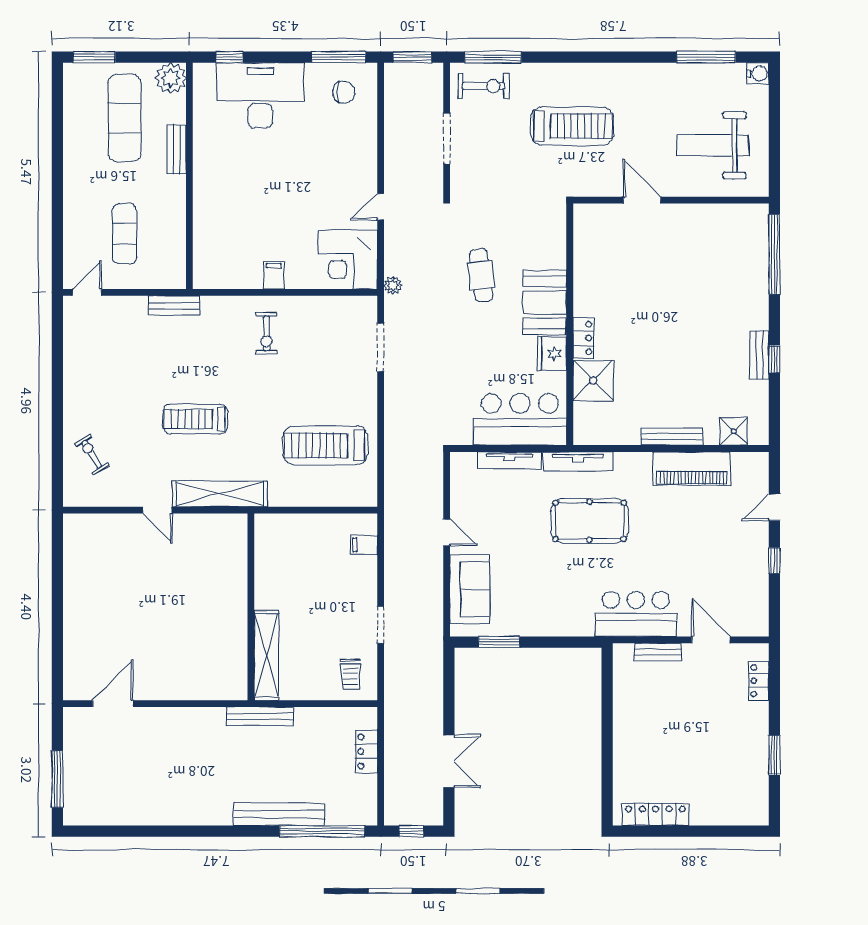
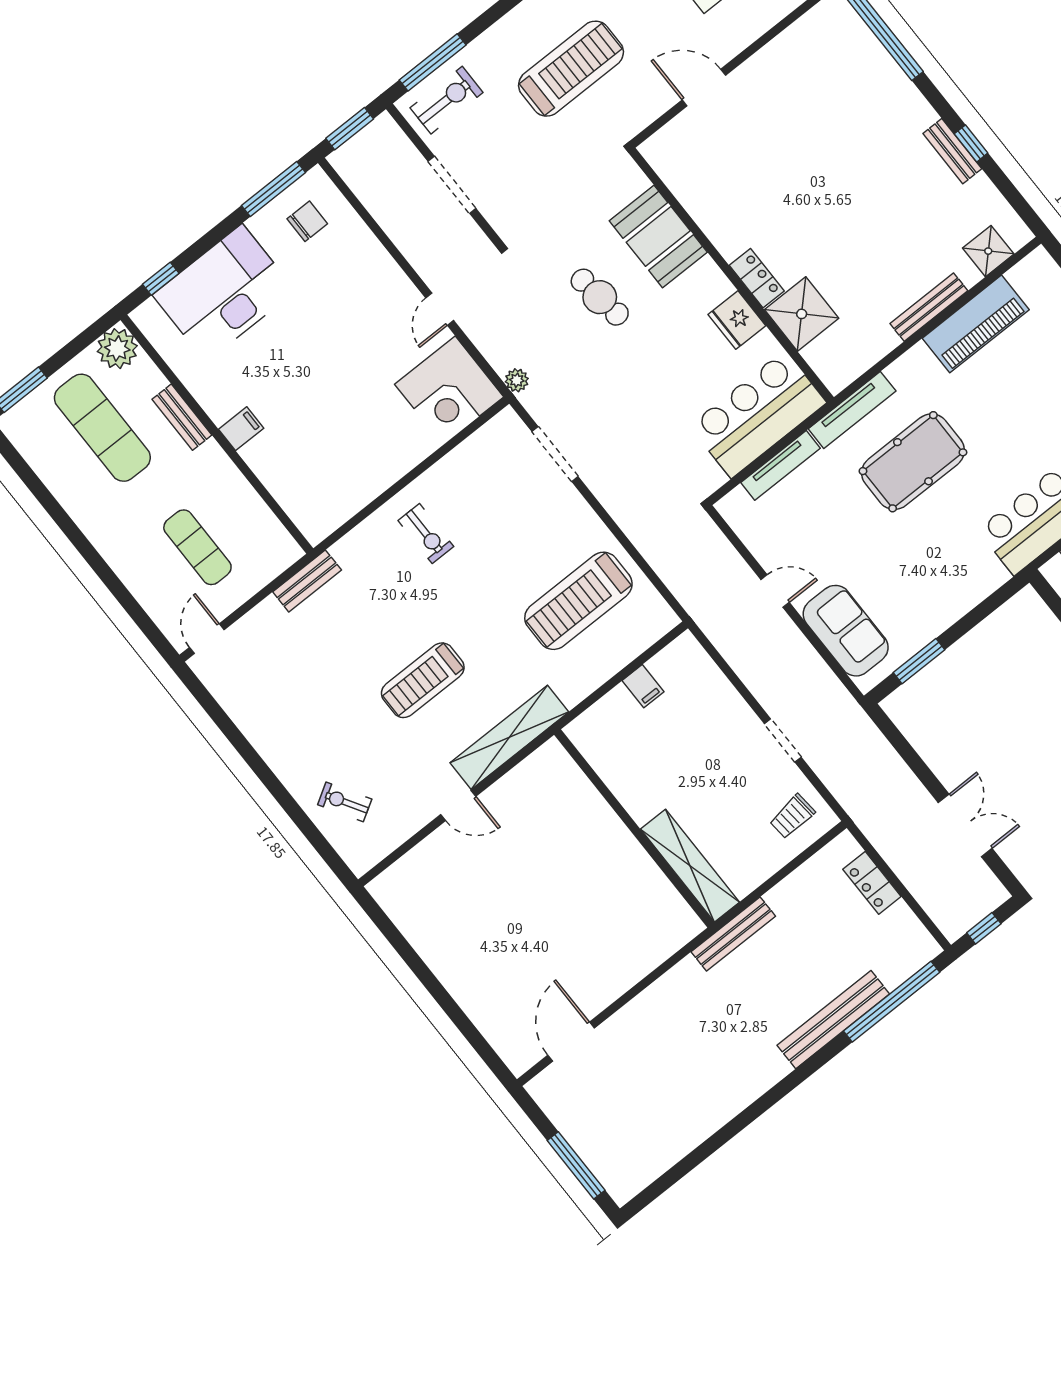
filing cabinet: (274, 275) -> (241, 429), moved, turned 90
booth: (545, 302) -> (658, 236), moved
filing cabinet: (364, 545) -> (643, 686), moved, turned -90
trolley: (350, 674) -> (792, 816), turned 86

